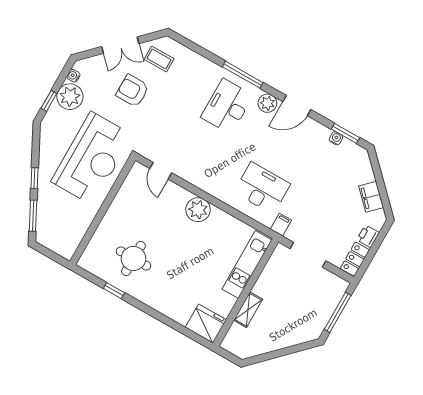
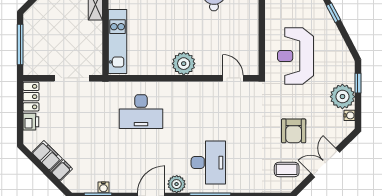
armchair: (133, 91) -> (294, 131), turned 90
reception desk: (92, 158) -> (295, 56), width x0.74, depth x0.77
filing cabinet: (281, 225) -> (62, 170), moved, turned -135

